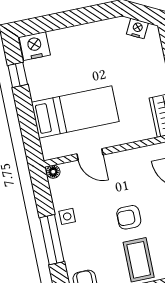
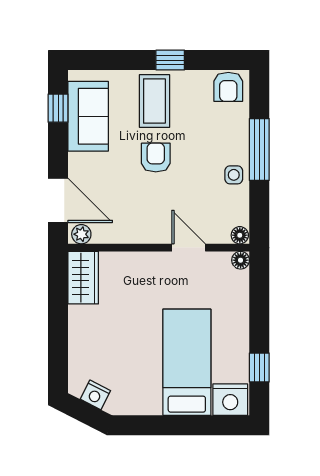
bed: (75, 112) -> (187, 362), moved, turned 90
floor lamp: (49, 153) -> (241, 260), added
armchair: (129, 217) -> (156, 158), turned -90

